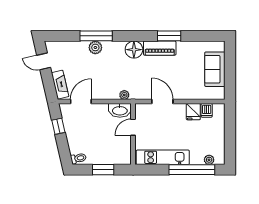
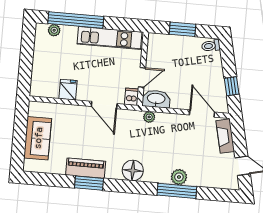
piano: (160, 48) -> (86, 168), moved
door: (81, 102) -> (202, 114), swing flipped
dishwasher: (207, 110) -> (132, 97), moved

